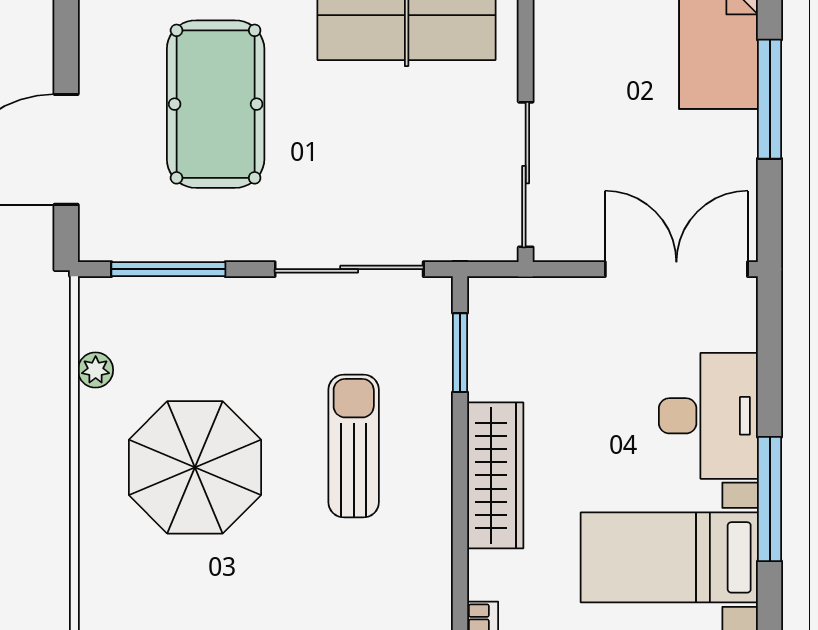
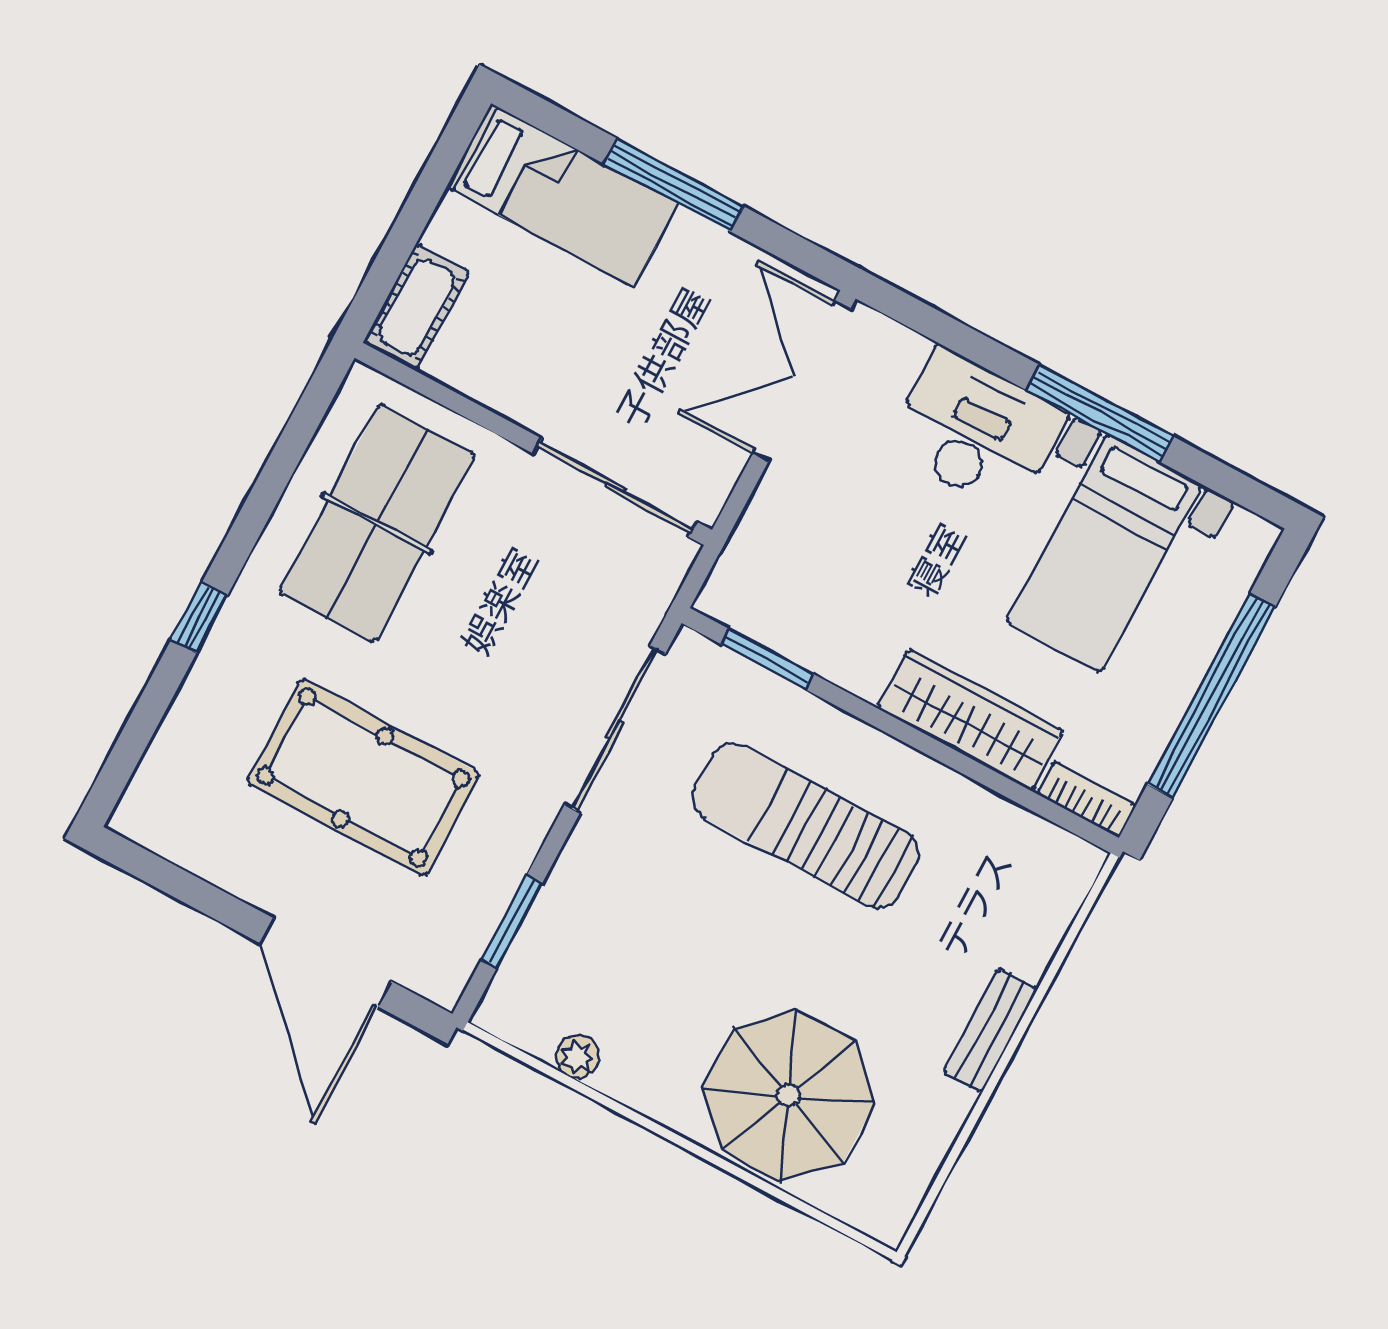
window: (168, 269) -> (512, 922), width x0.69
sun lounger: (354, 446) -> (806, 826), width x1.36, depth x1.34
parasol: (195, 467) -> (788, 1095), moved
wardrobe: (495, 475) -> (970, 720), moved

